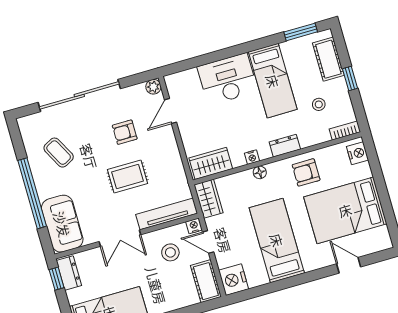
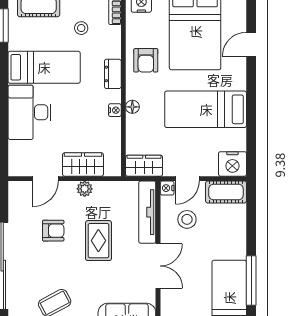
plant: (153, 87) -> (85, 189), moved
door: (170, 111) -> (45, 179), hinge flipped
armchair: (125, 132) -> (53, 231), turned -90
wardrobe: (211, 163) -> (83, 165), moved, turned 90

